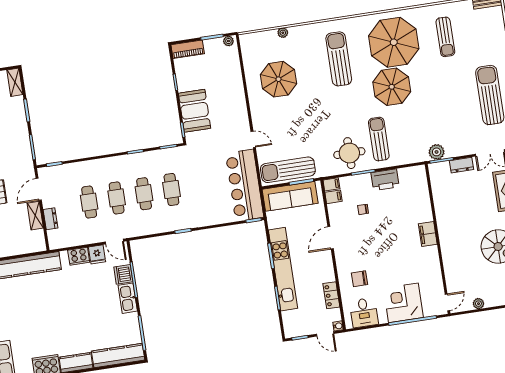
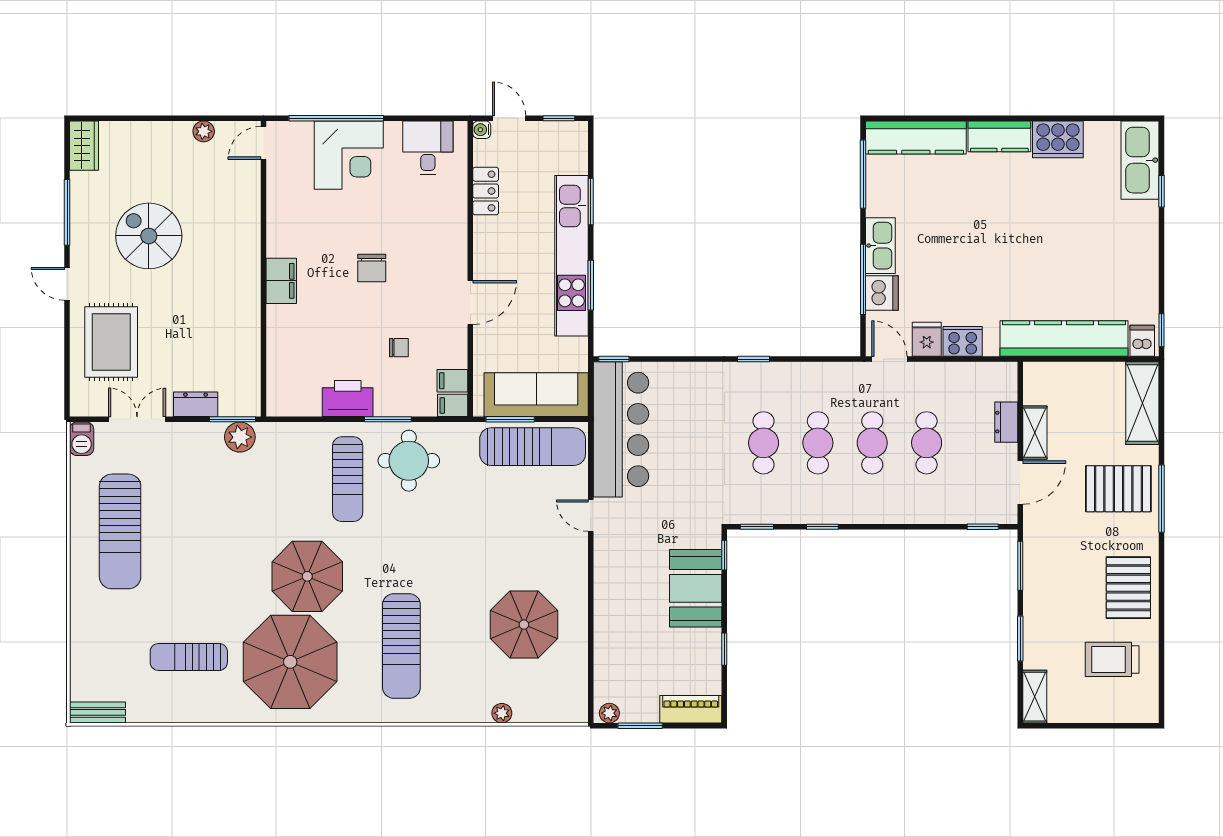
sun lounger: (445, 37) -> (189, 657), turned -90
chair: (359, 279) -> (372, 268), moved, turned 90

